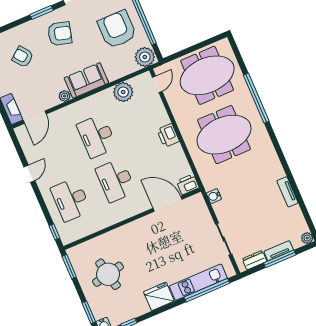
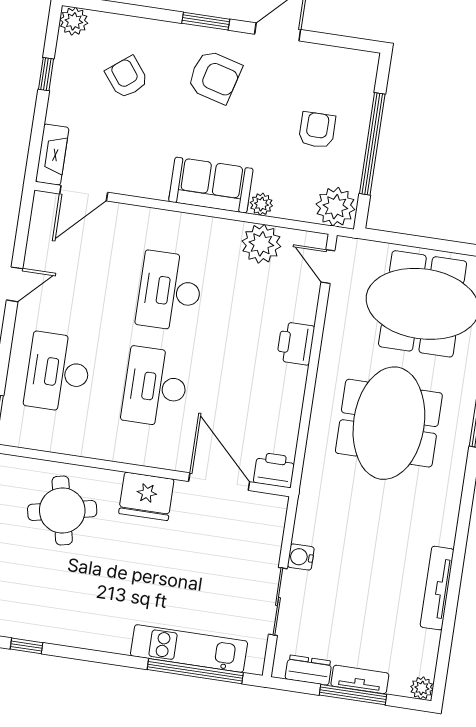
armchair: (117, 29) -> (317, 130), width x0.53, depth x0.53
door: (157, 84) -> (328, 267), swing flipped
plant: (65, 96) -> (261, 204), moved
printer: (168, 135) -> (296, 343), moved
meeting table: (224, 135) -> (389, 423), turned 90
tv unit: (287, 192) -> (437, 588), width x1.41
water cooler: (214, 196) -> (301, 557), moved
round table: (108, 274) -> (62, 510), moved
fridge: (159, 296) -> (146, 496), moved, turned 180

